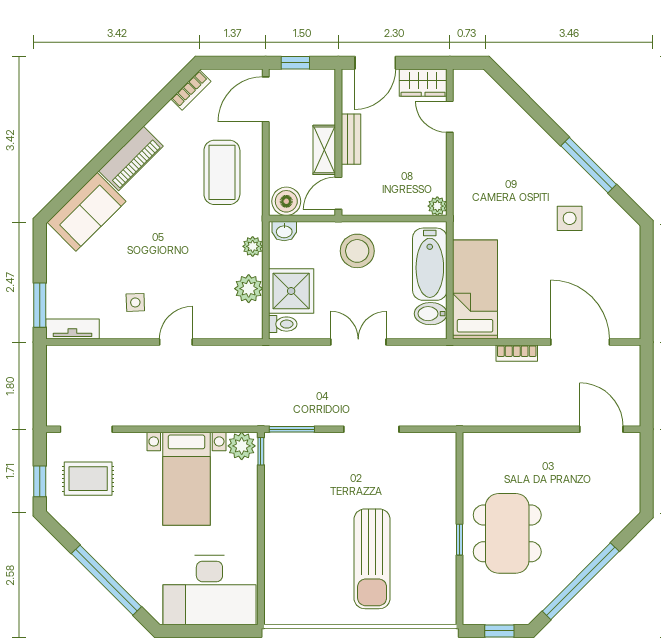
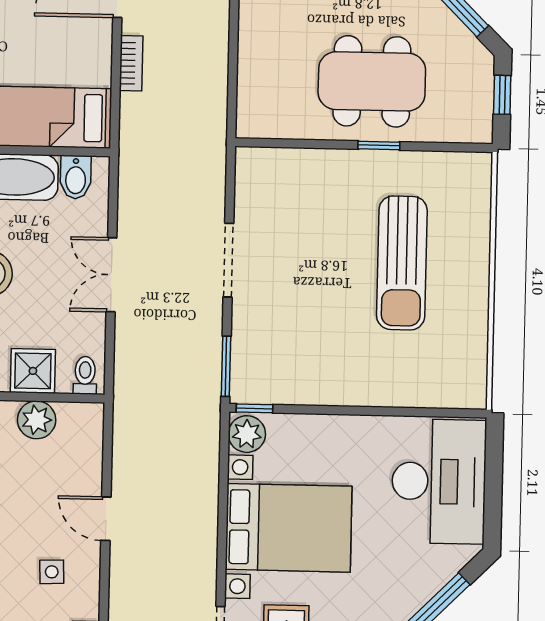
shower: (291, 291) -> (33, 371), width x0.73, depth x0.73
bed with nightstands: (186, 479) -> (289, 528), width x1.36
sun lounger: (372, 559) -> (402, 263), turned 90

